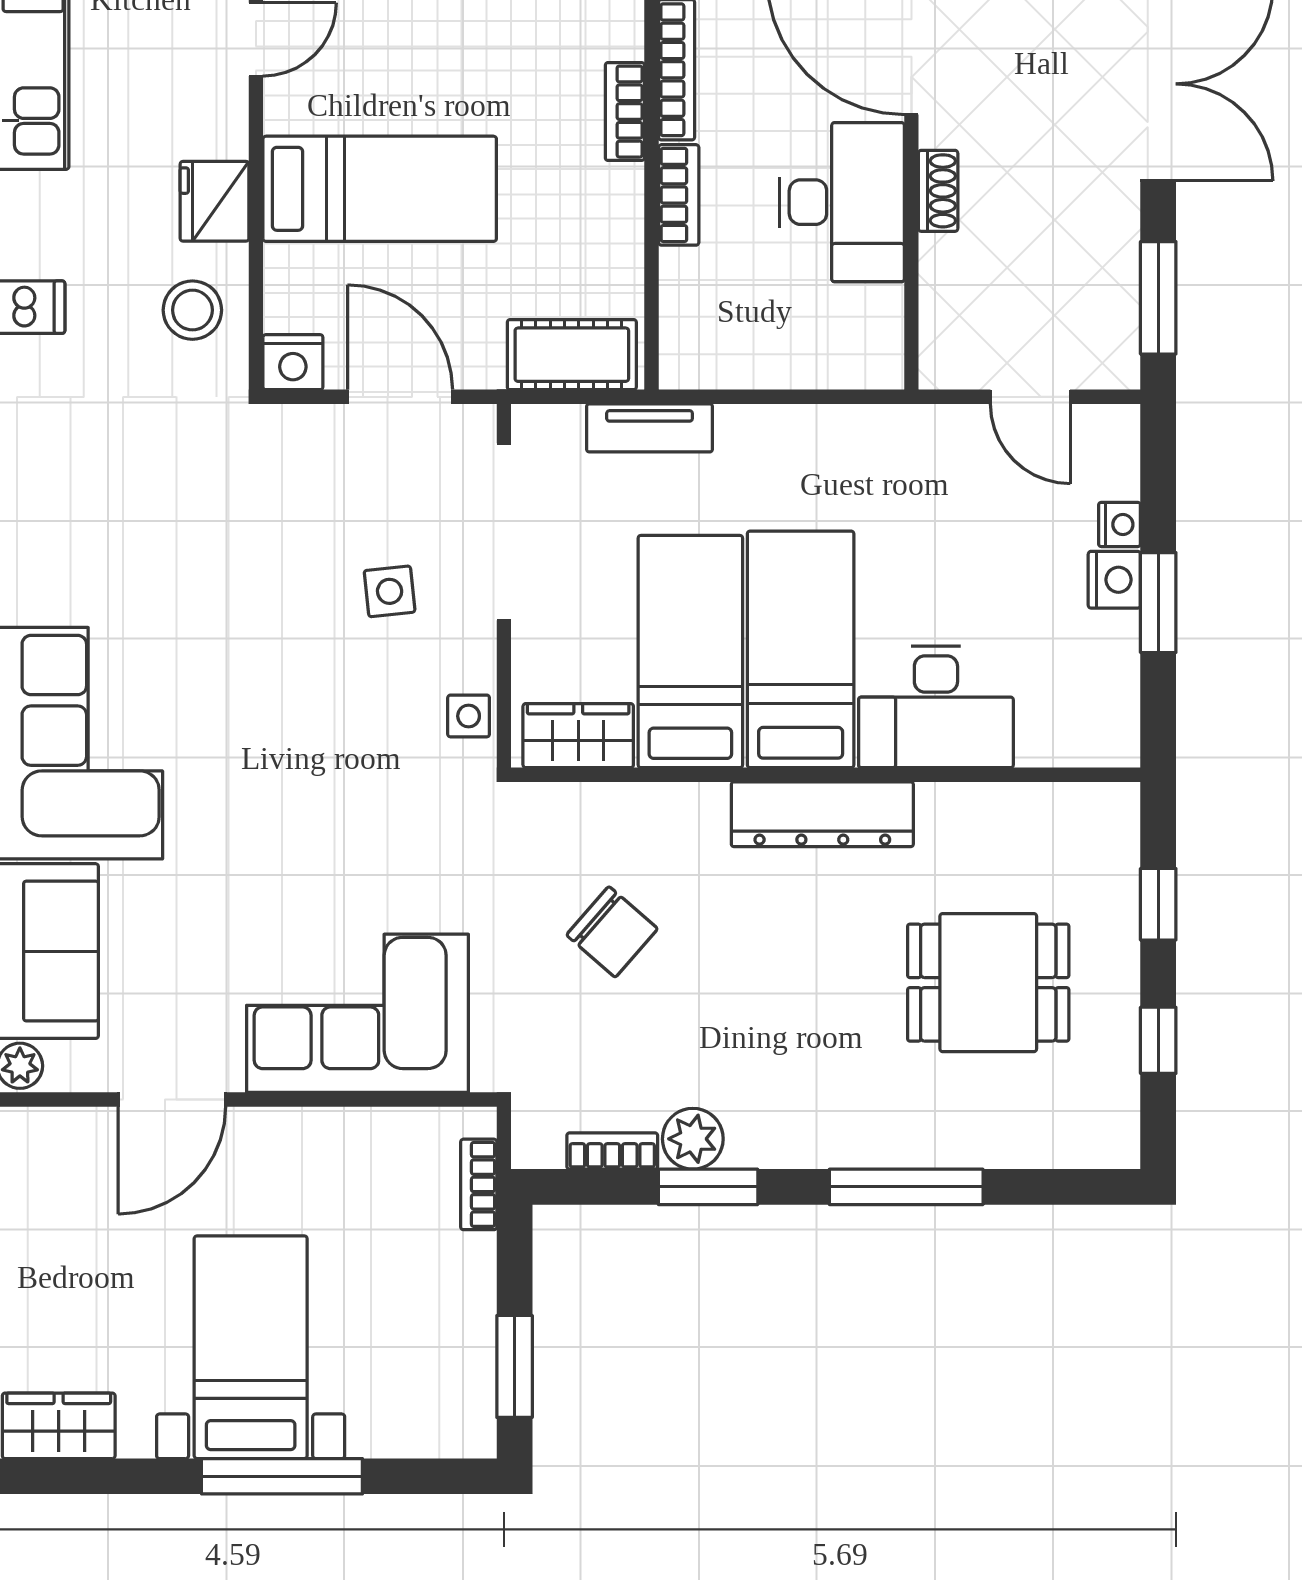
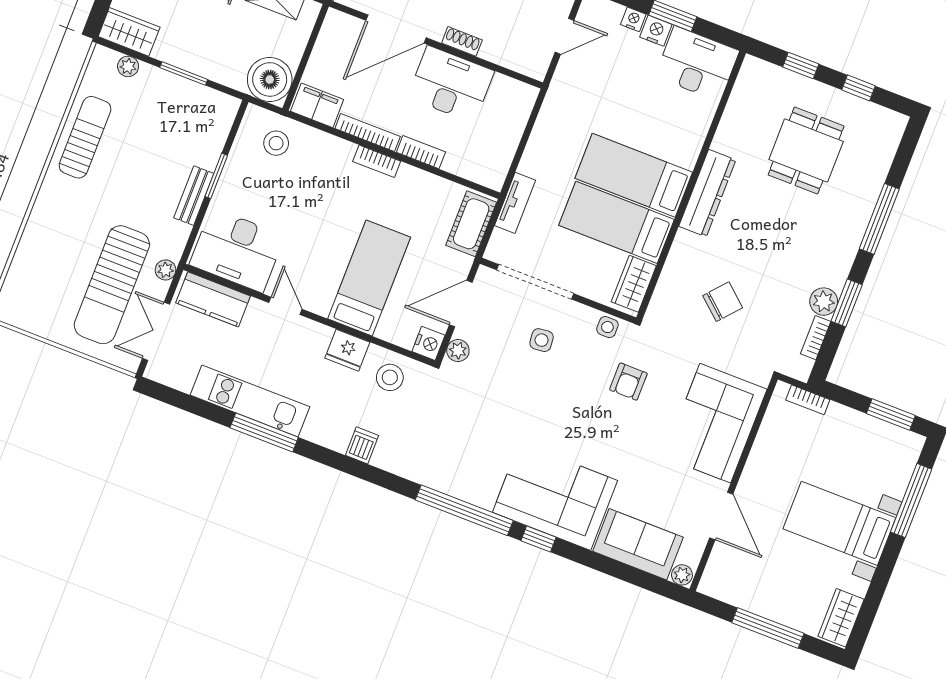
plant: (302, 428) -> (458, 351), added
desk: (936, 707) -> (697, 64), moved, turned -90
armchair: (374, 802) -> (628, 382), added
window: (282, 1476) -> (911, 501), moved

